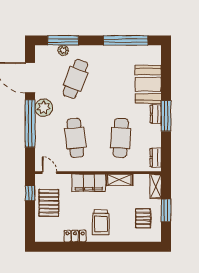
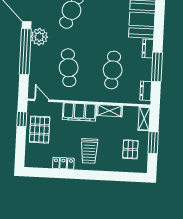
window: (166, 116) -> (157, 67), moved

